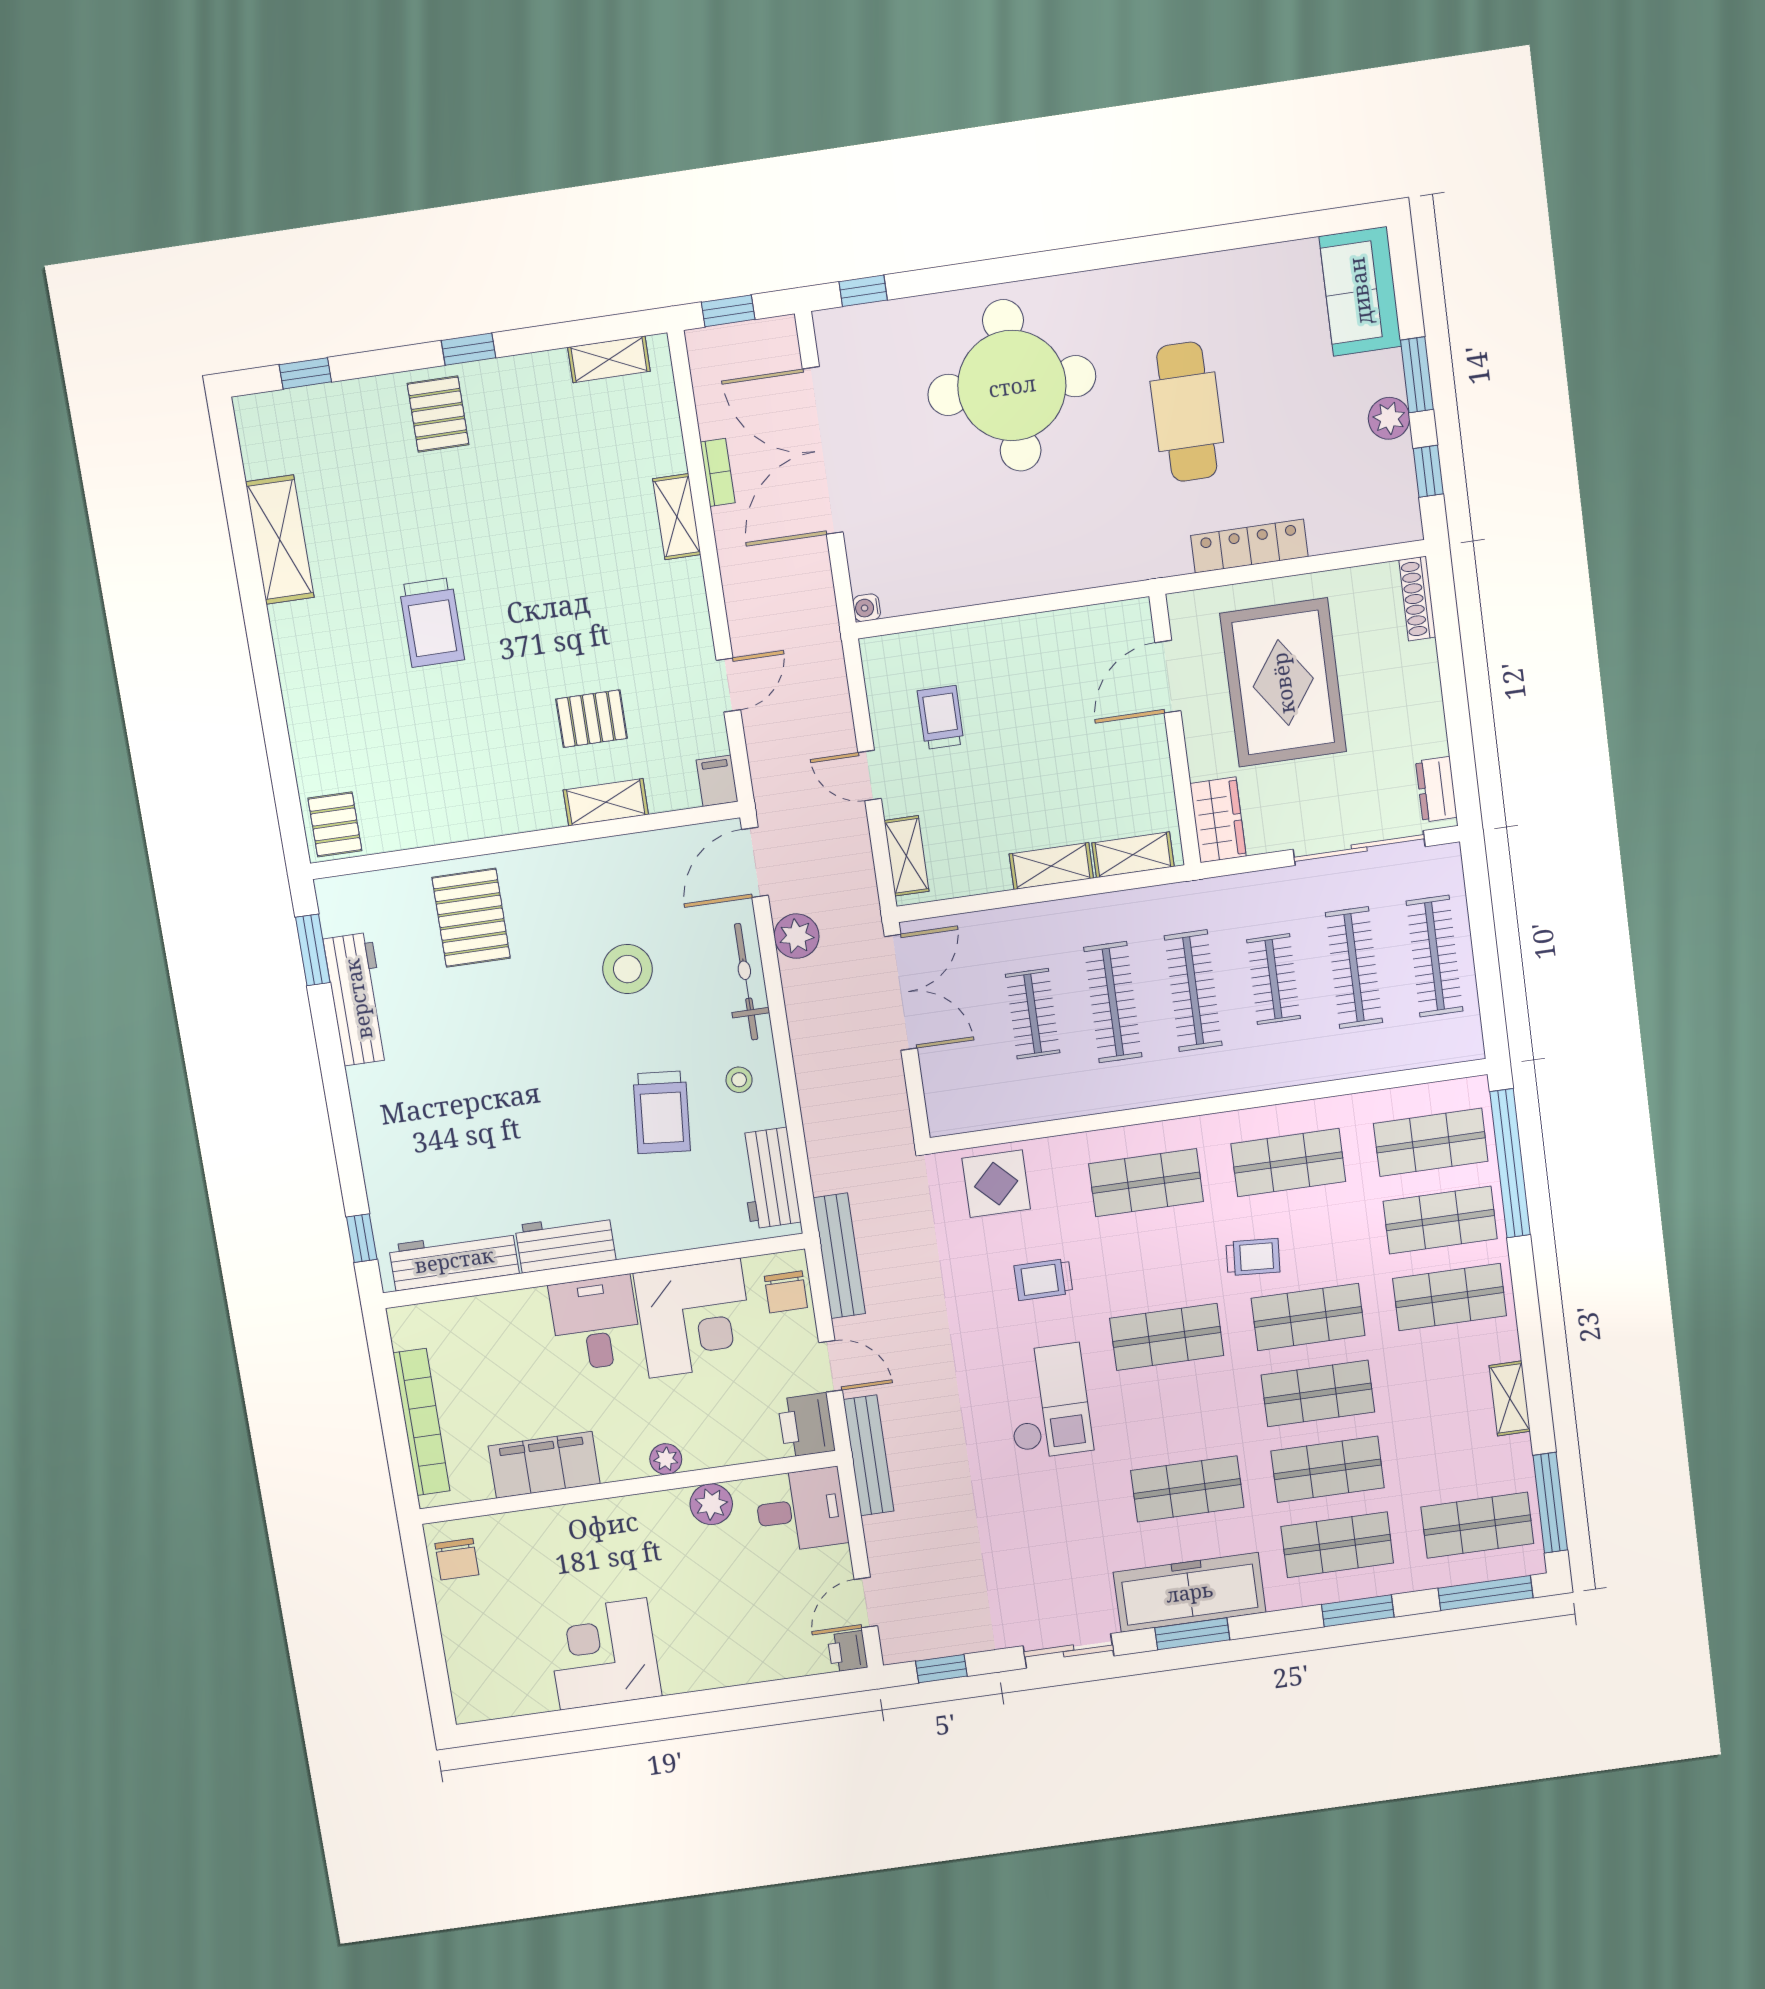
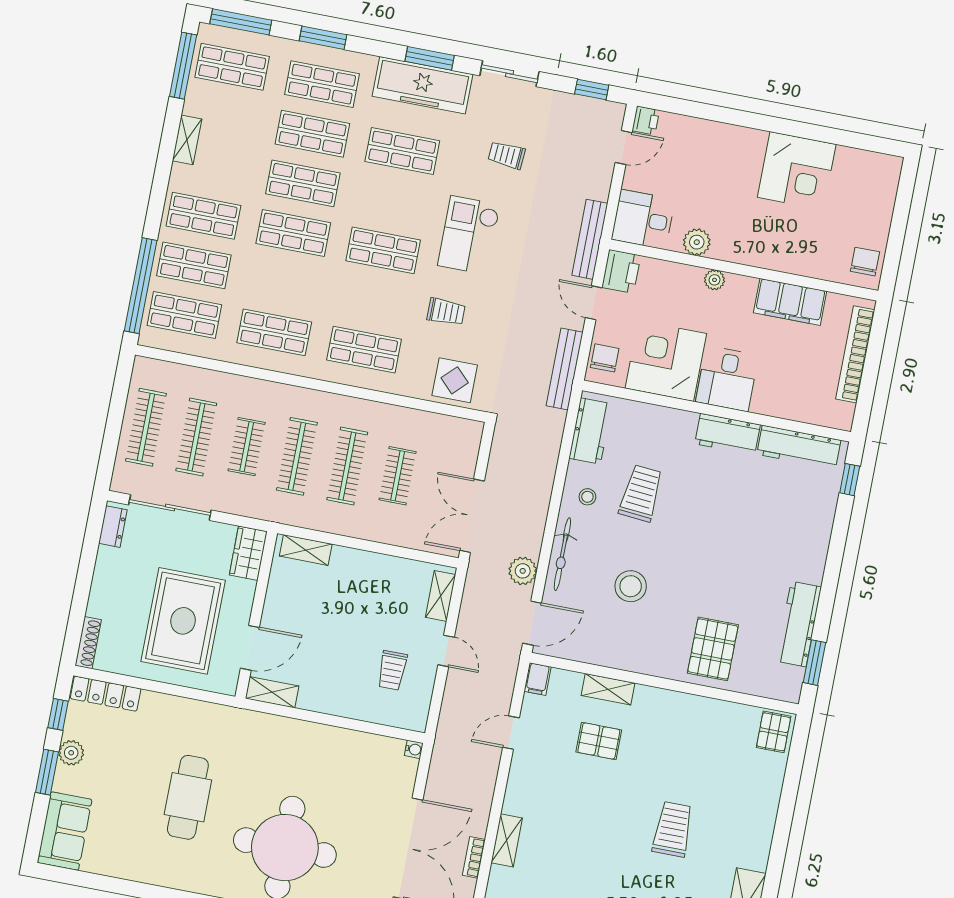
locker: (1249, 546) -> (106, 694), moved
shelving: (1051, 866) -> (272, 692), moved
trolley: (1253, 1257) -> (507, 155), moved

